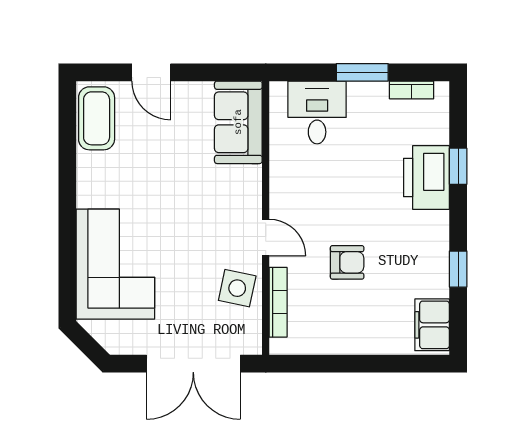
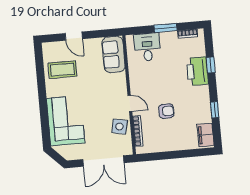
coffee table: (97, 118) -> (63, 70), moved, turned 90

